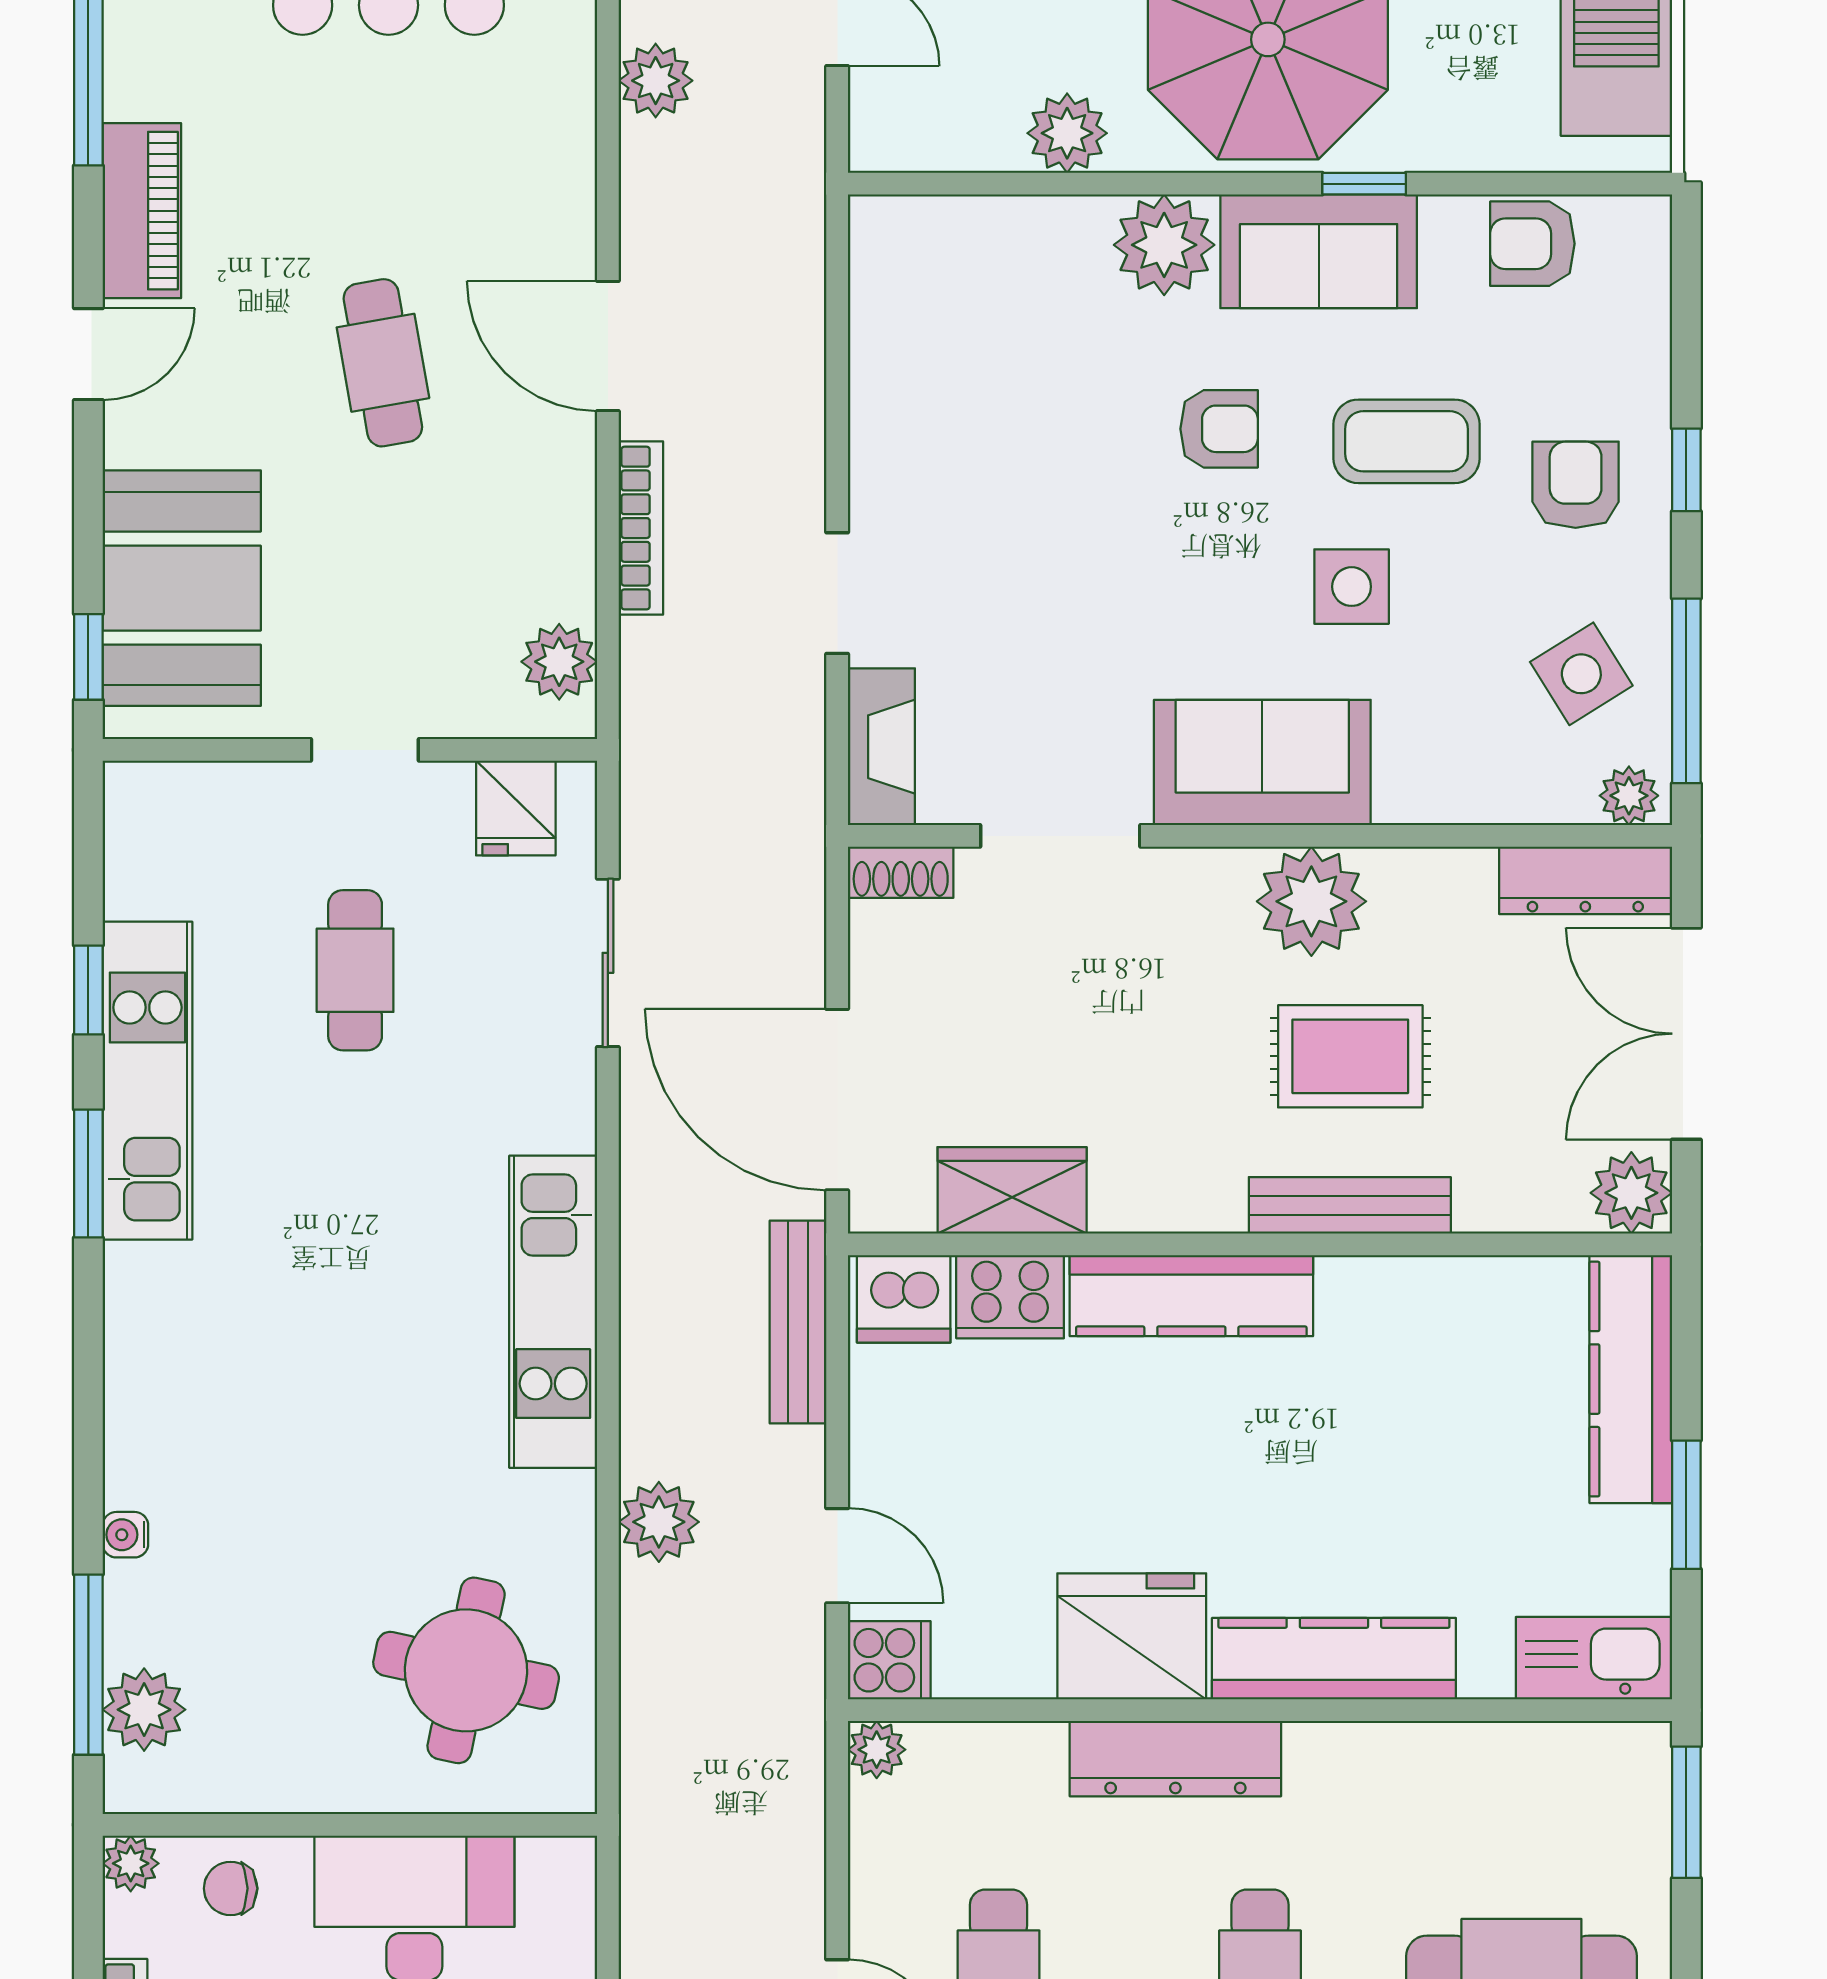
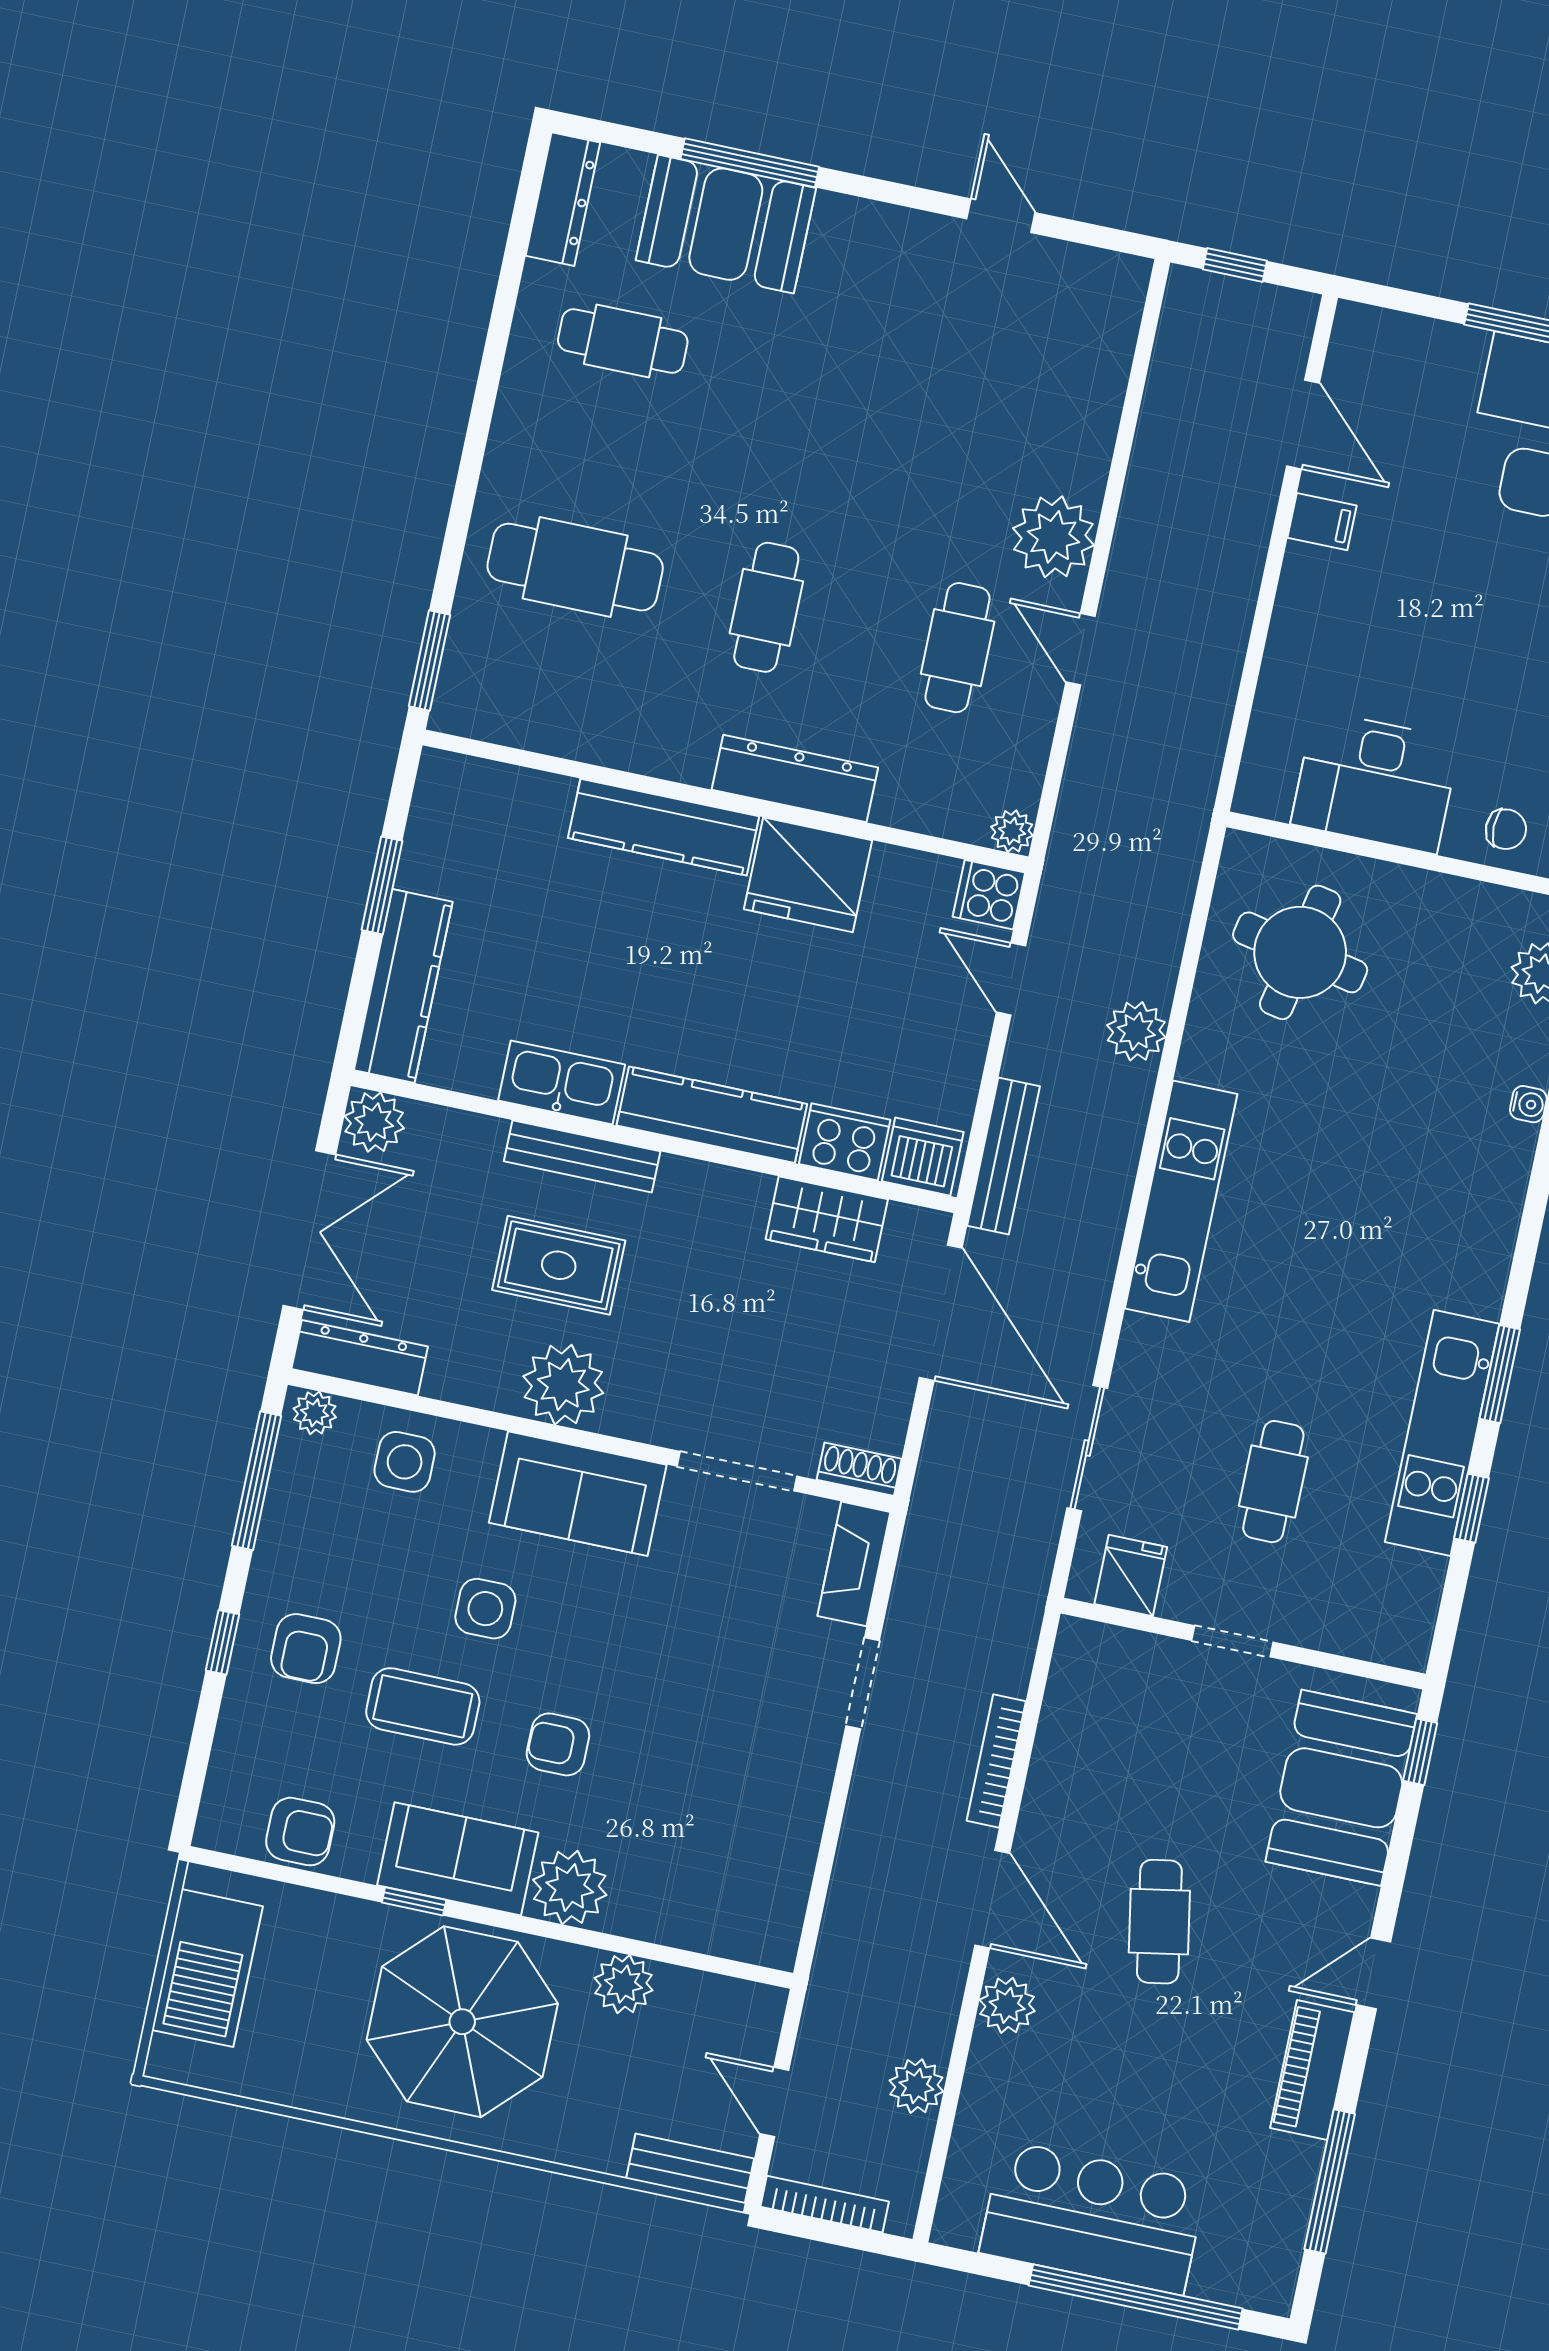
plant: (559, 662) -> (1007, 2005), moved
side table: (1581, 674) -> (405, 1462), moved, turned 32
kitchen sink: (1594, 1658) -> (562, 1083), moved, turned 180

